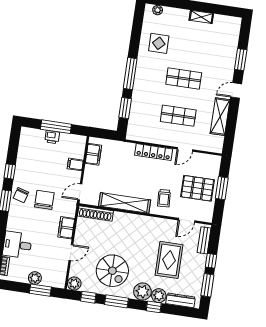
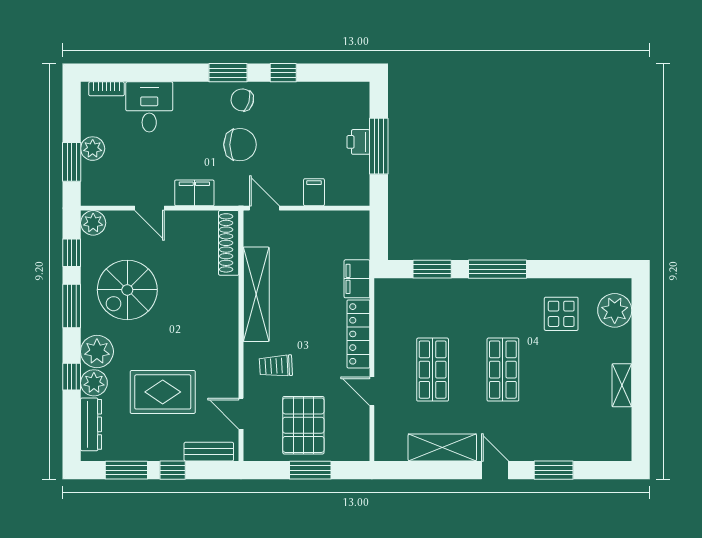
plant: (158, 10) -> (615, 310), width x1.88, depth x1.88
filing cabinet: (93, 154) -> (357, 279), moved, turned 90

